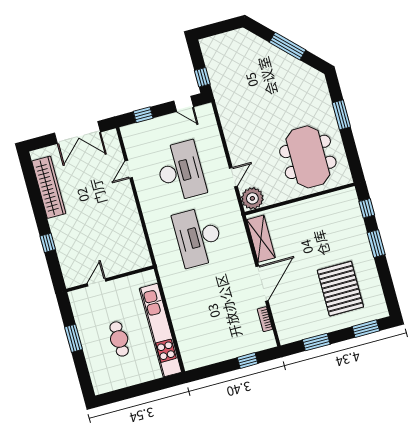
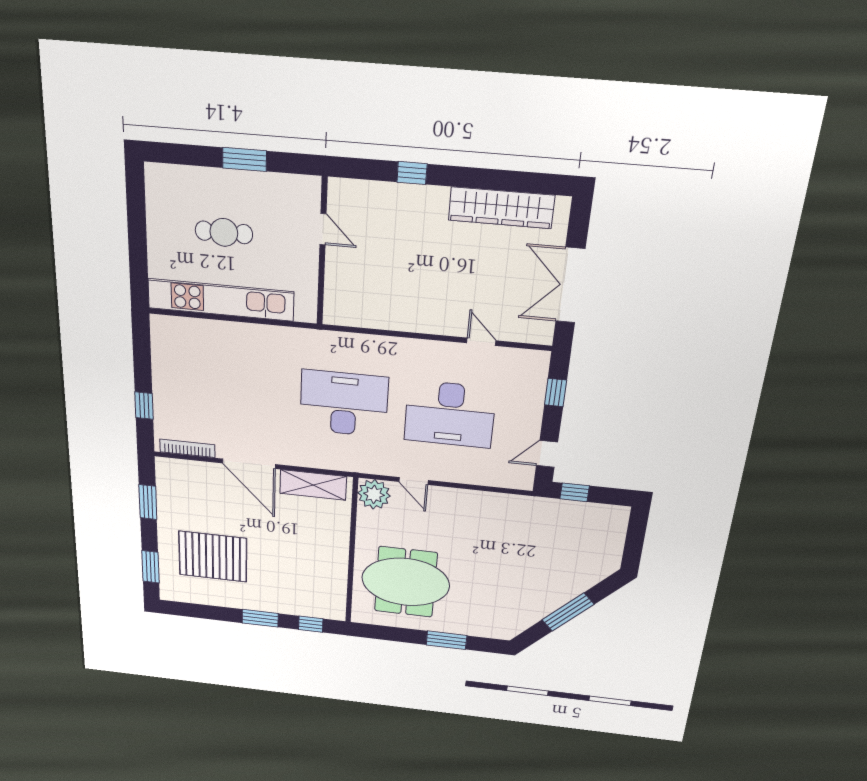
bookcase: (265, 319) -> (187, 448), width x1.56

